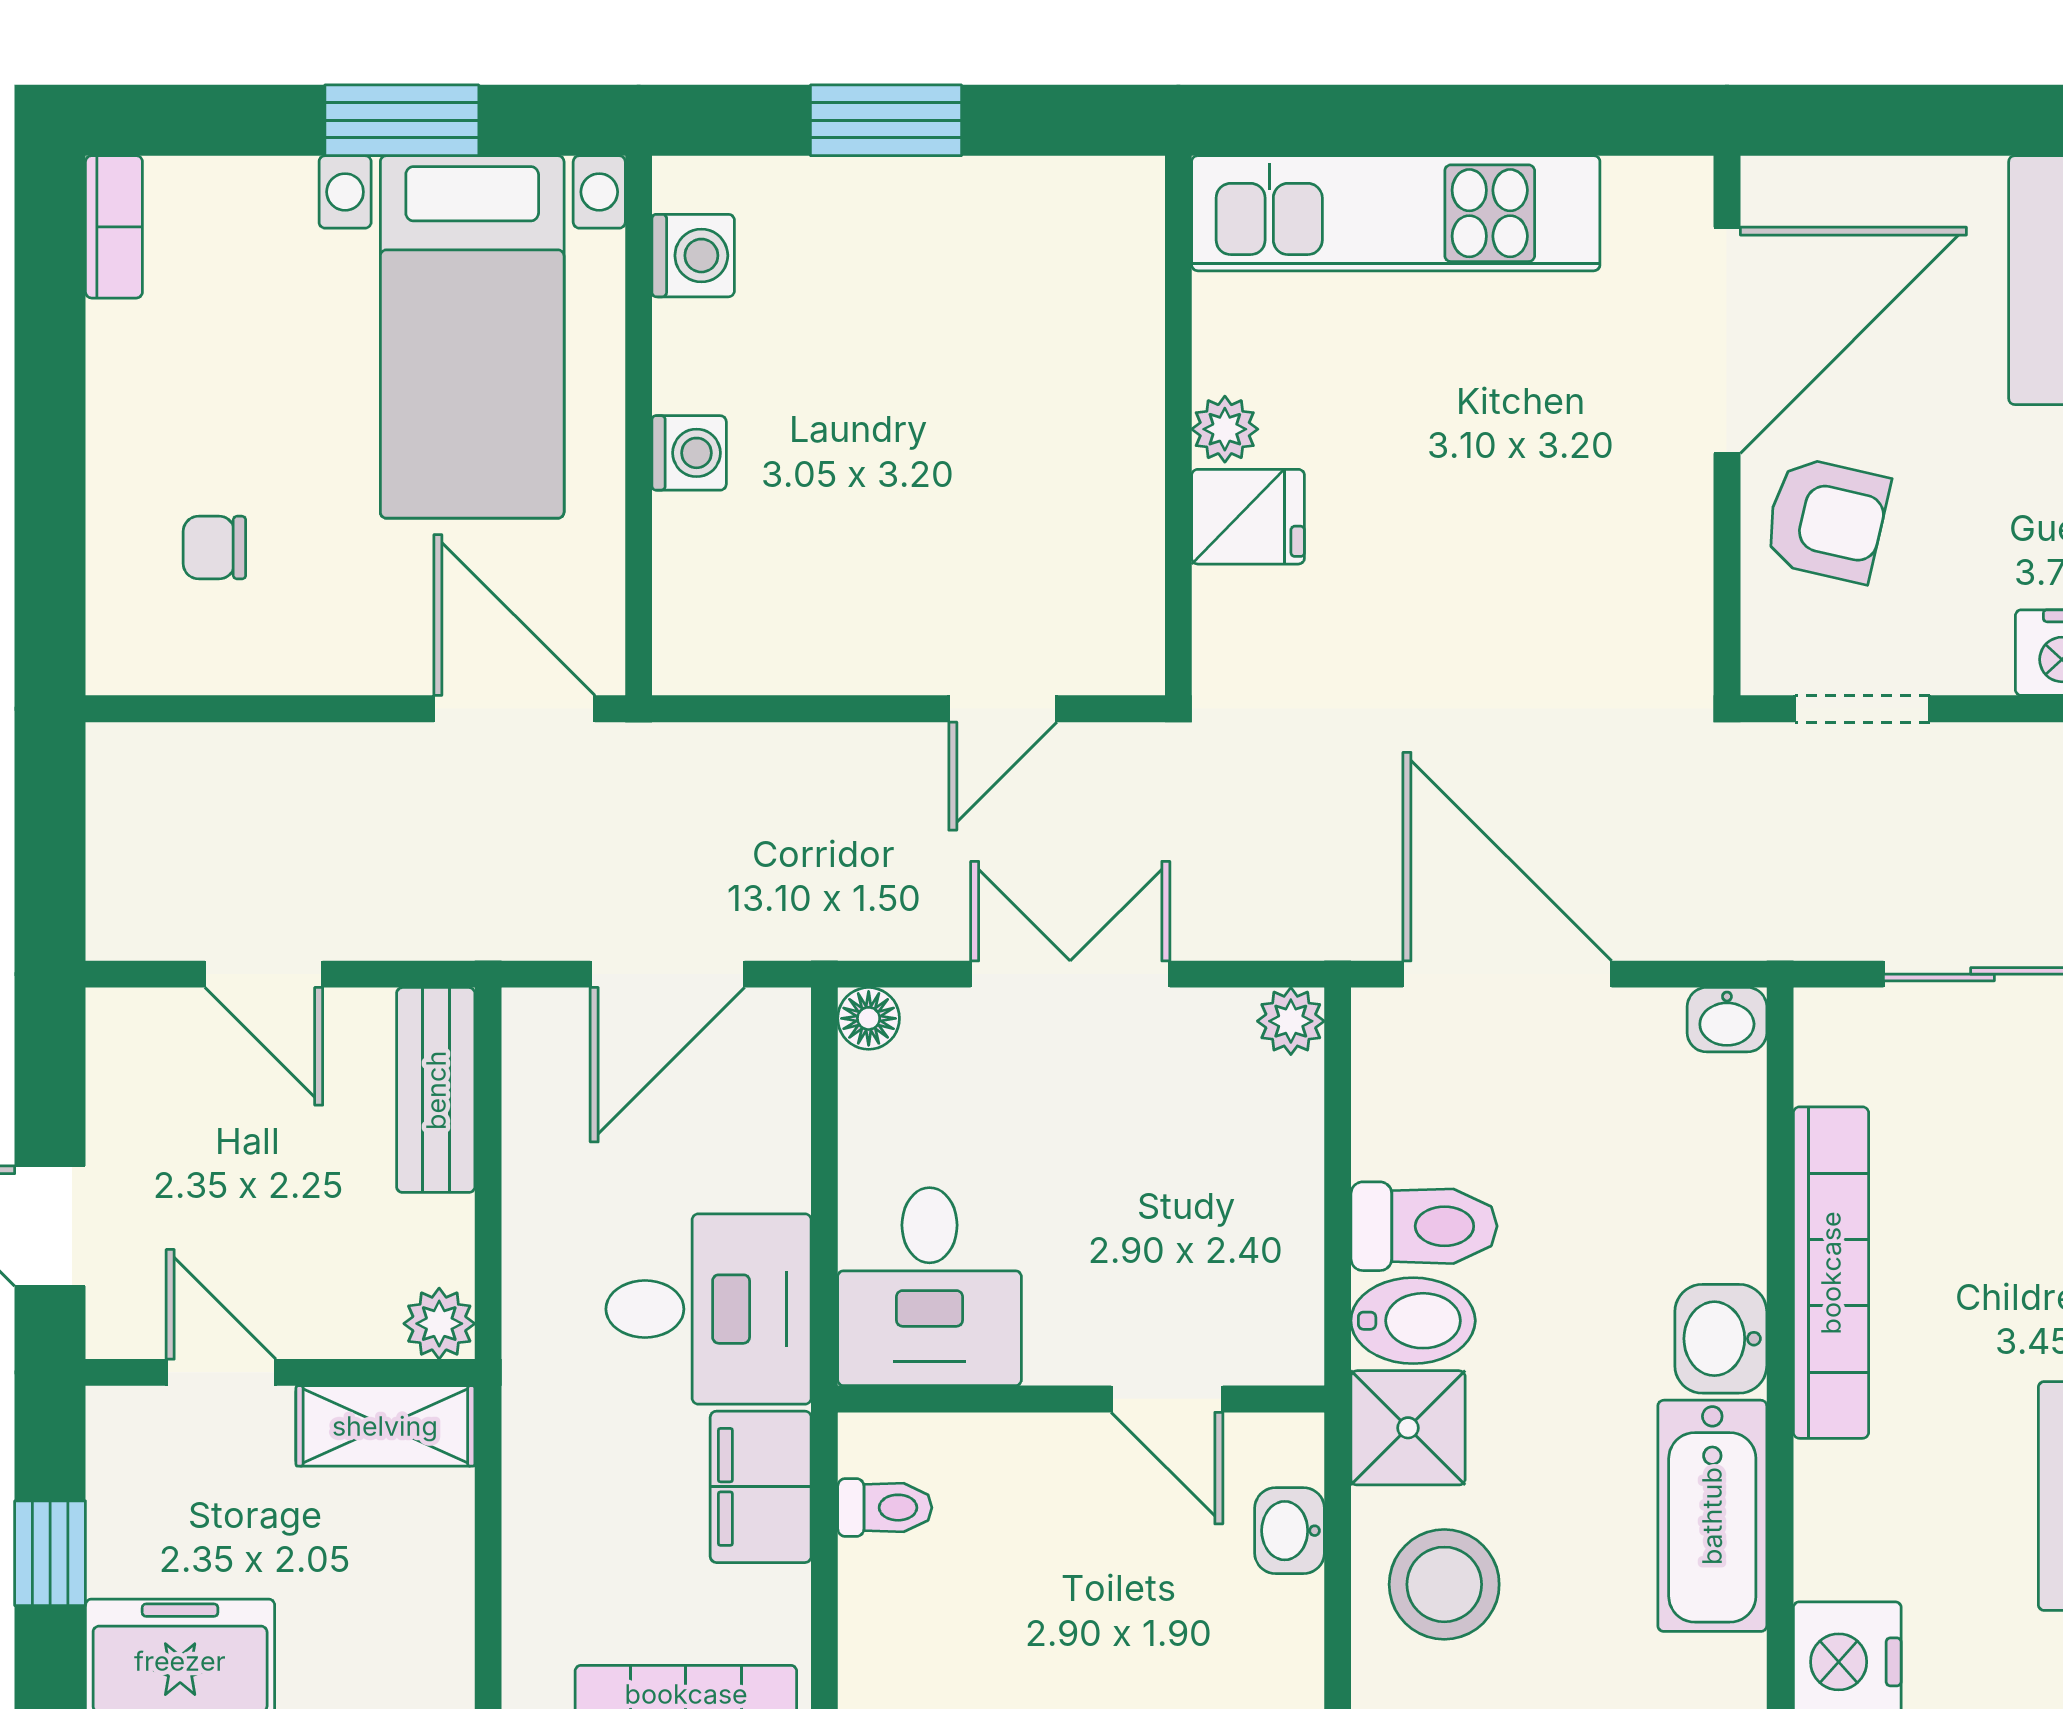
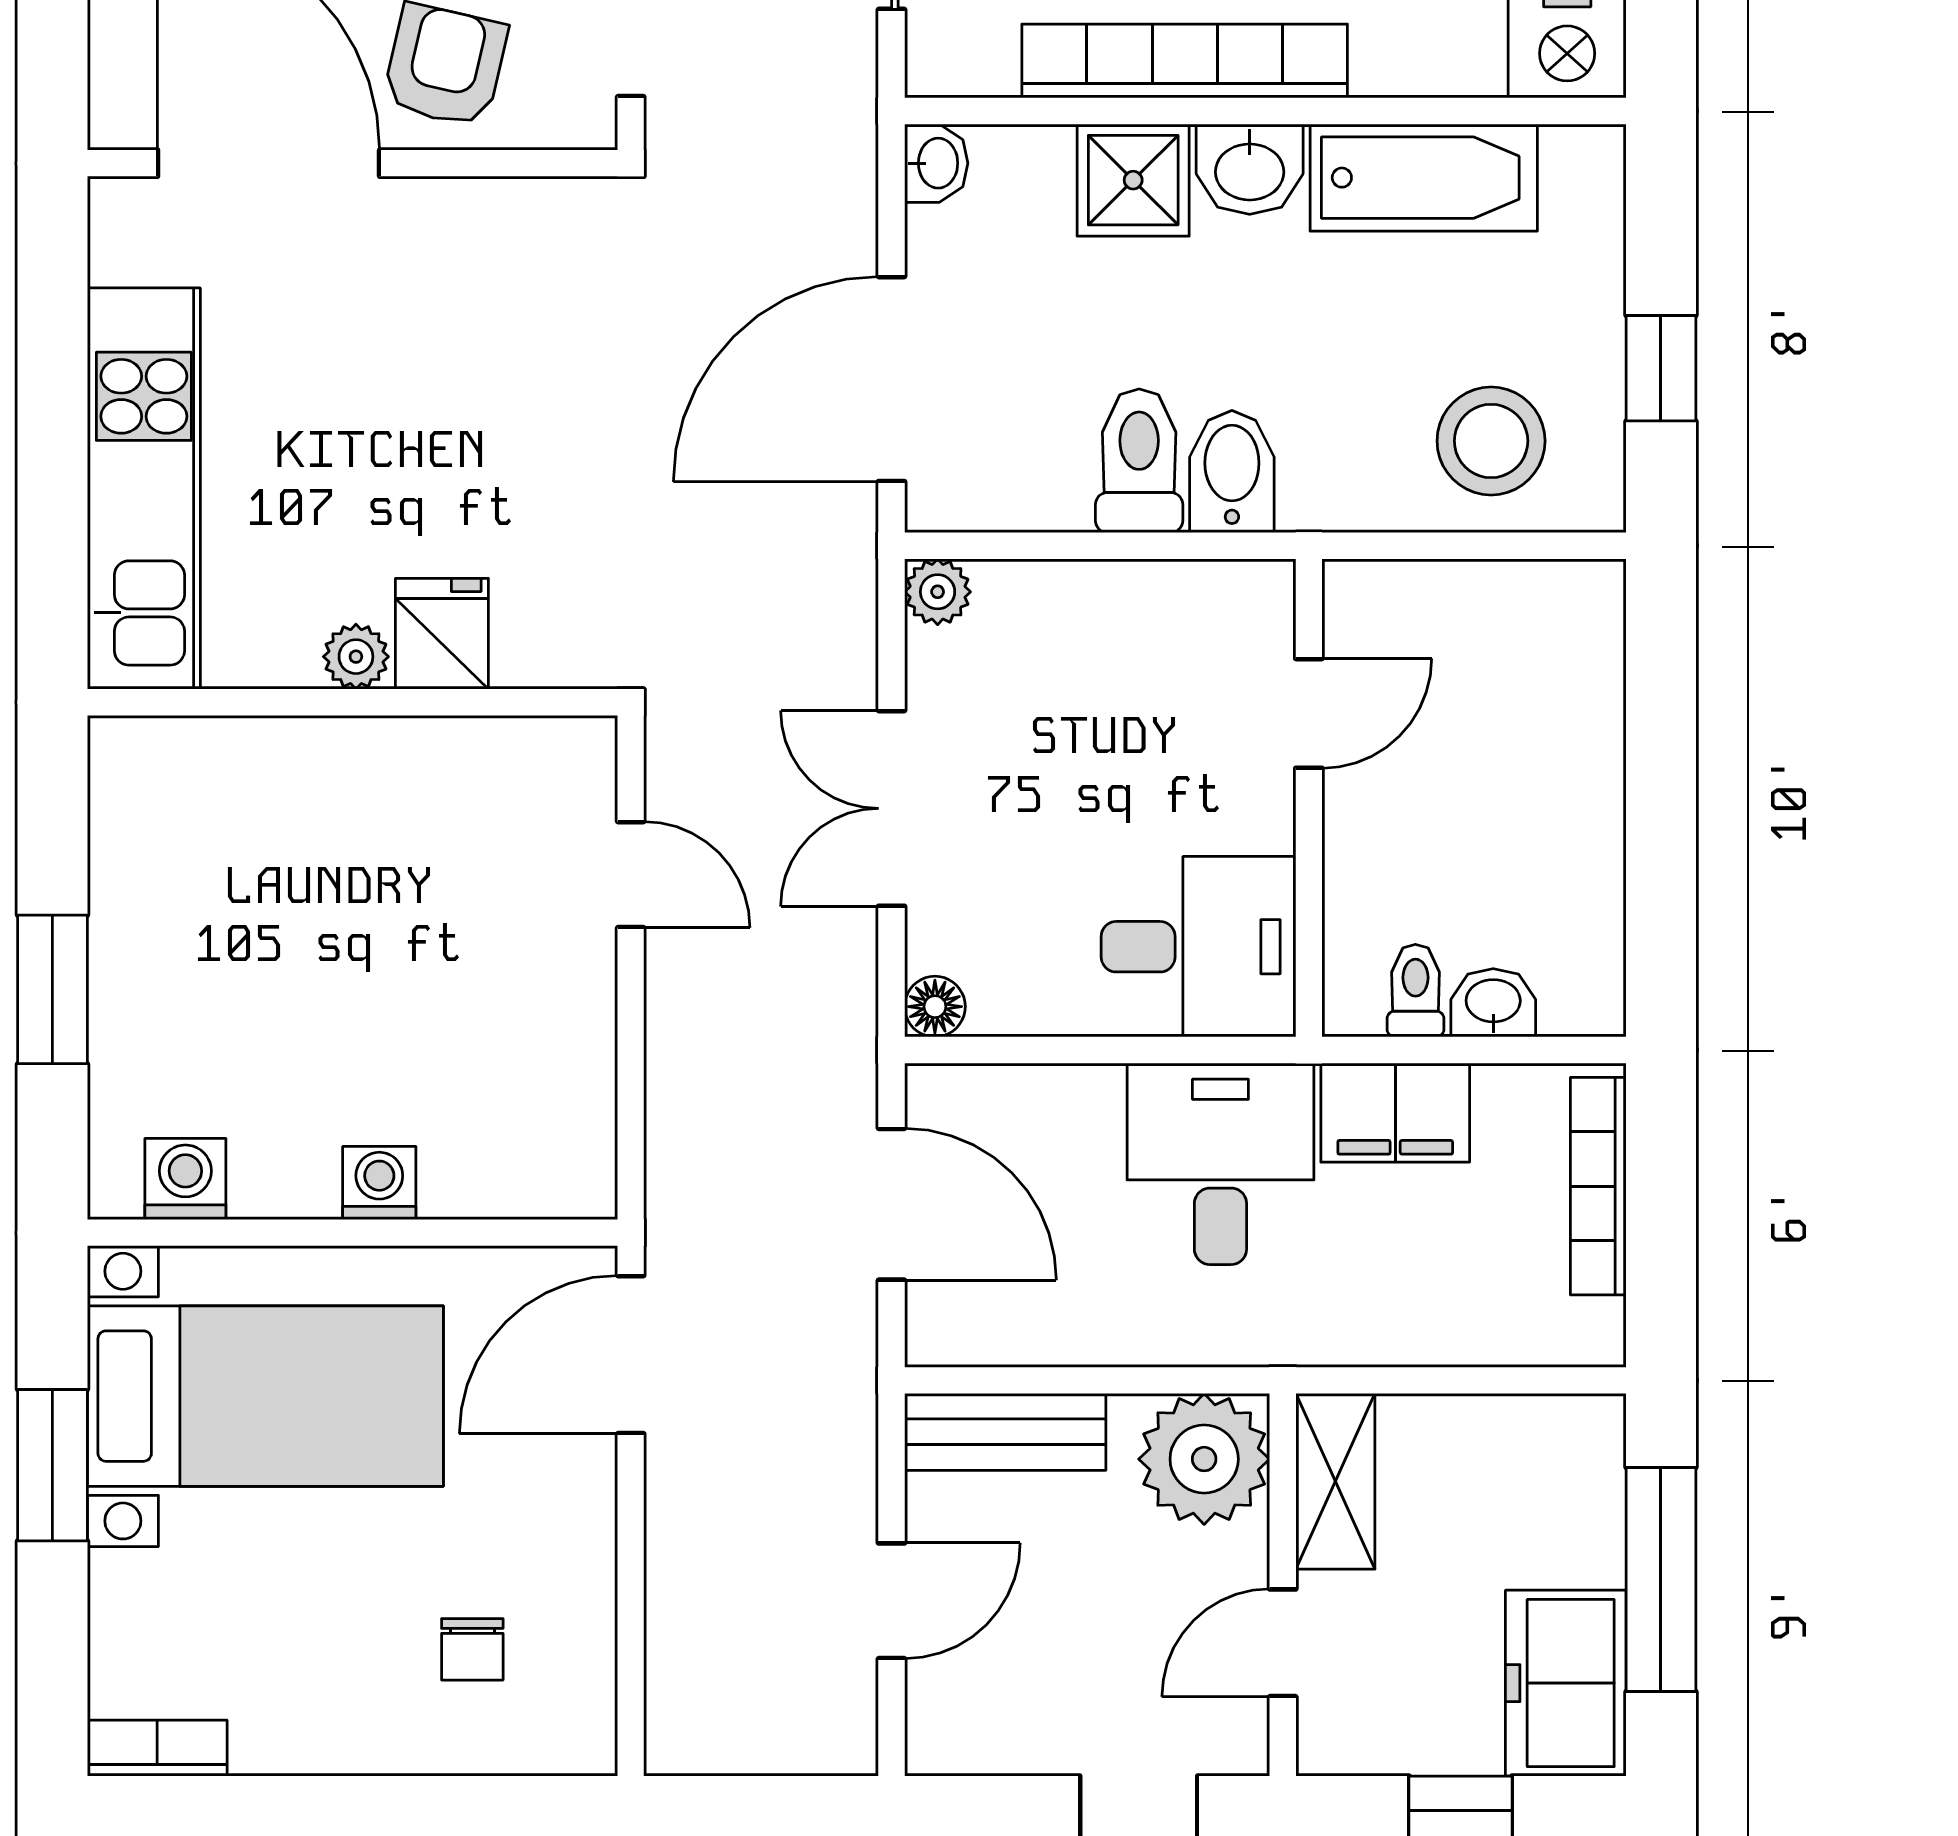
plant: (439, 1324) -> (1204, 1459), width x1.88, depth x1.88
shower: (1408, 1428) -> (1133, 180), moved
washbasin: (1290, 1531) -> (1493, 1003), moved, turned 180

